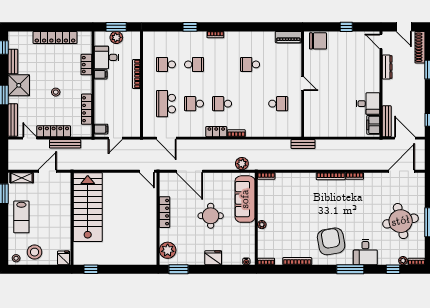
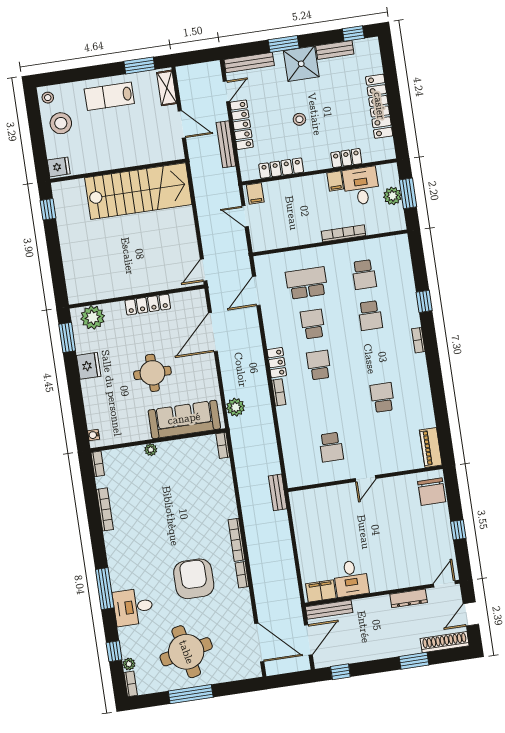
school desk: (166, 64) -> (364, 274), turned 180
armchair: (331, 241) -> (194, 579), moved, turned -80
fridge: (213, 258) -> (89, 366), moved

